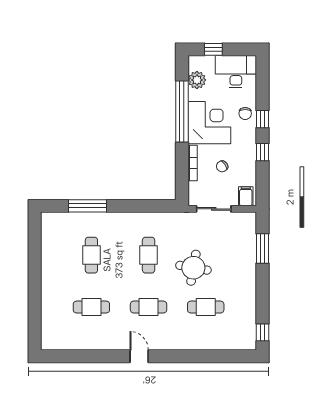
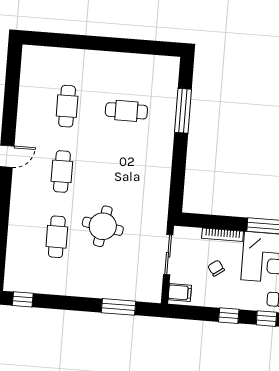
cafe table: (149, 255) -> (121, 176), removed

